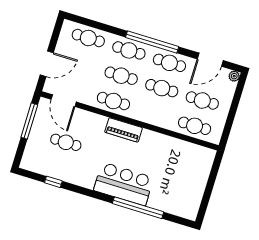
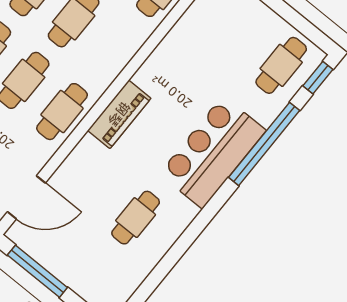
cafe table: (66, 142) -> (136, 218), moved
window: (53, 182) -> (318, 78), moved
cafe table: (180, 200) -> (281, 65), added

